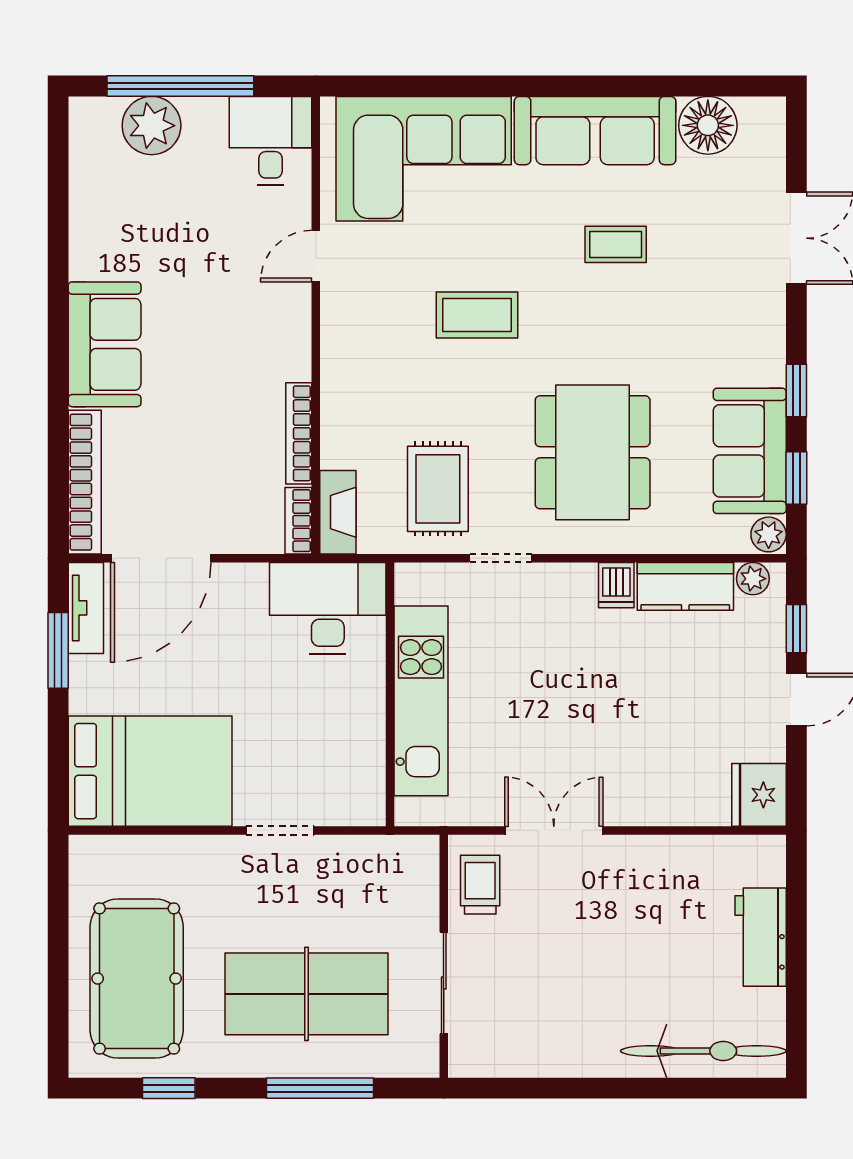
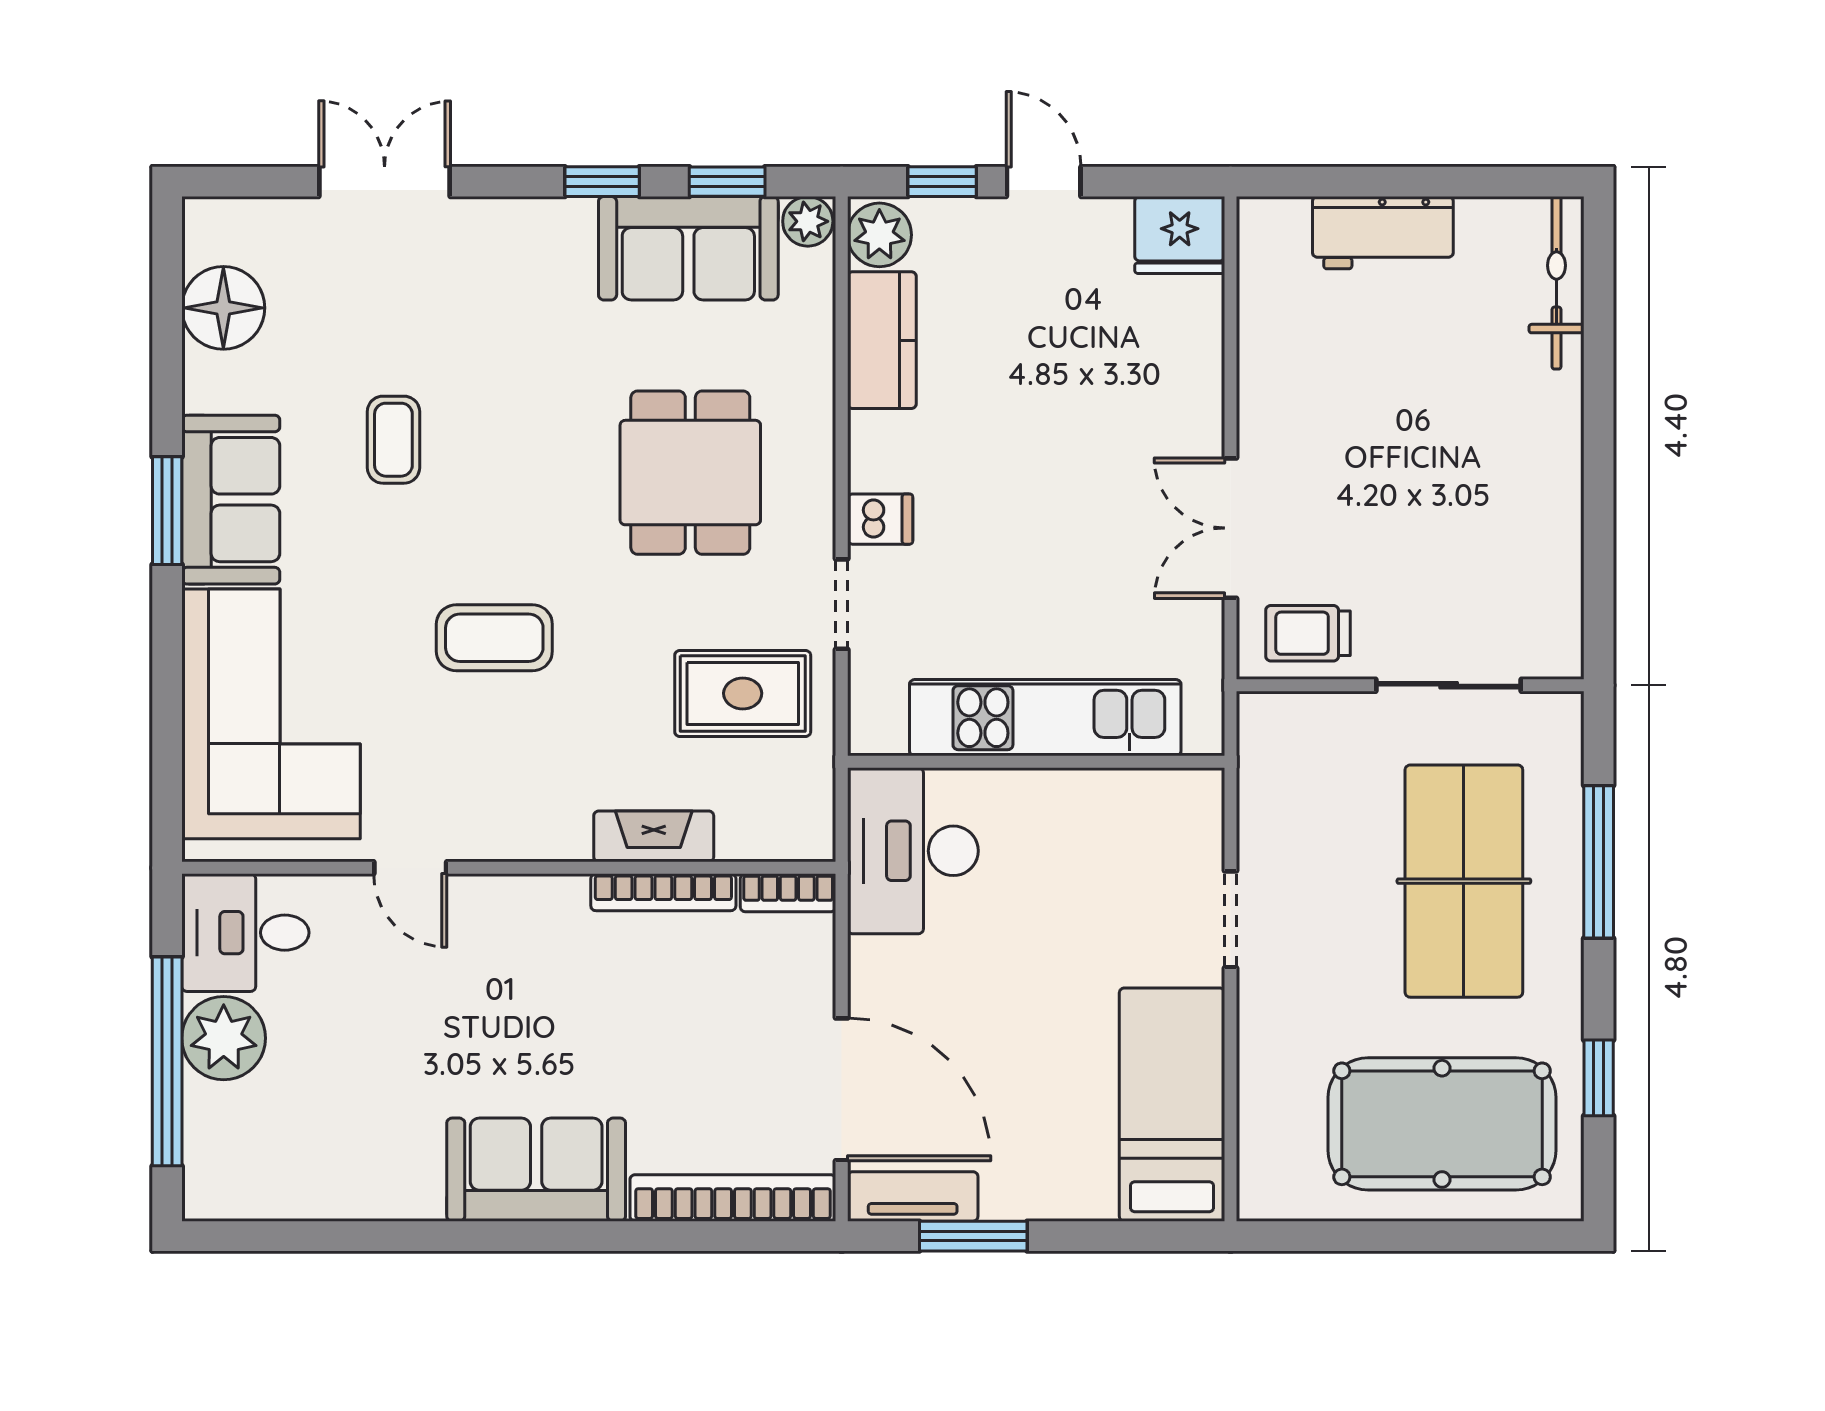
window: (566, 86) -> (167, 511), added
plant: (152, 126) -> (224, 1038), moved
sofa: (595, 131) -> (231, 500), width x0.73
coffee table: (477, 315) -> (494, 638), turned 90
dining table: (593, 452) -> (690, 473), width x0.73
fireplace: (338, 512) -> (654, 836), moved
plant: (753, 579) -> (879, 235), width x1.38, depth x1.38
dishwasher: (616, 585) -> (880, 519), moved
bed: (150, 771) -> (1172, 1105), width x0.67
bicycle: (703, 1051) -> (1556, 283), width x0.73, depth x0.71

